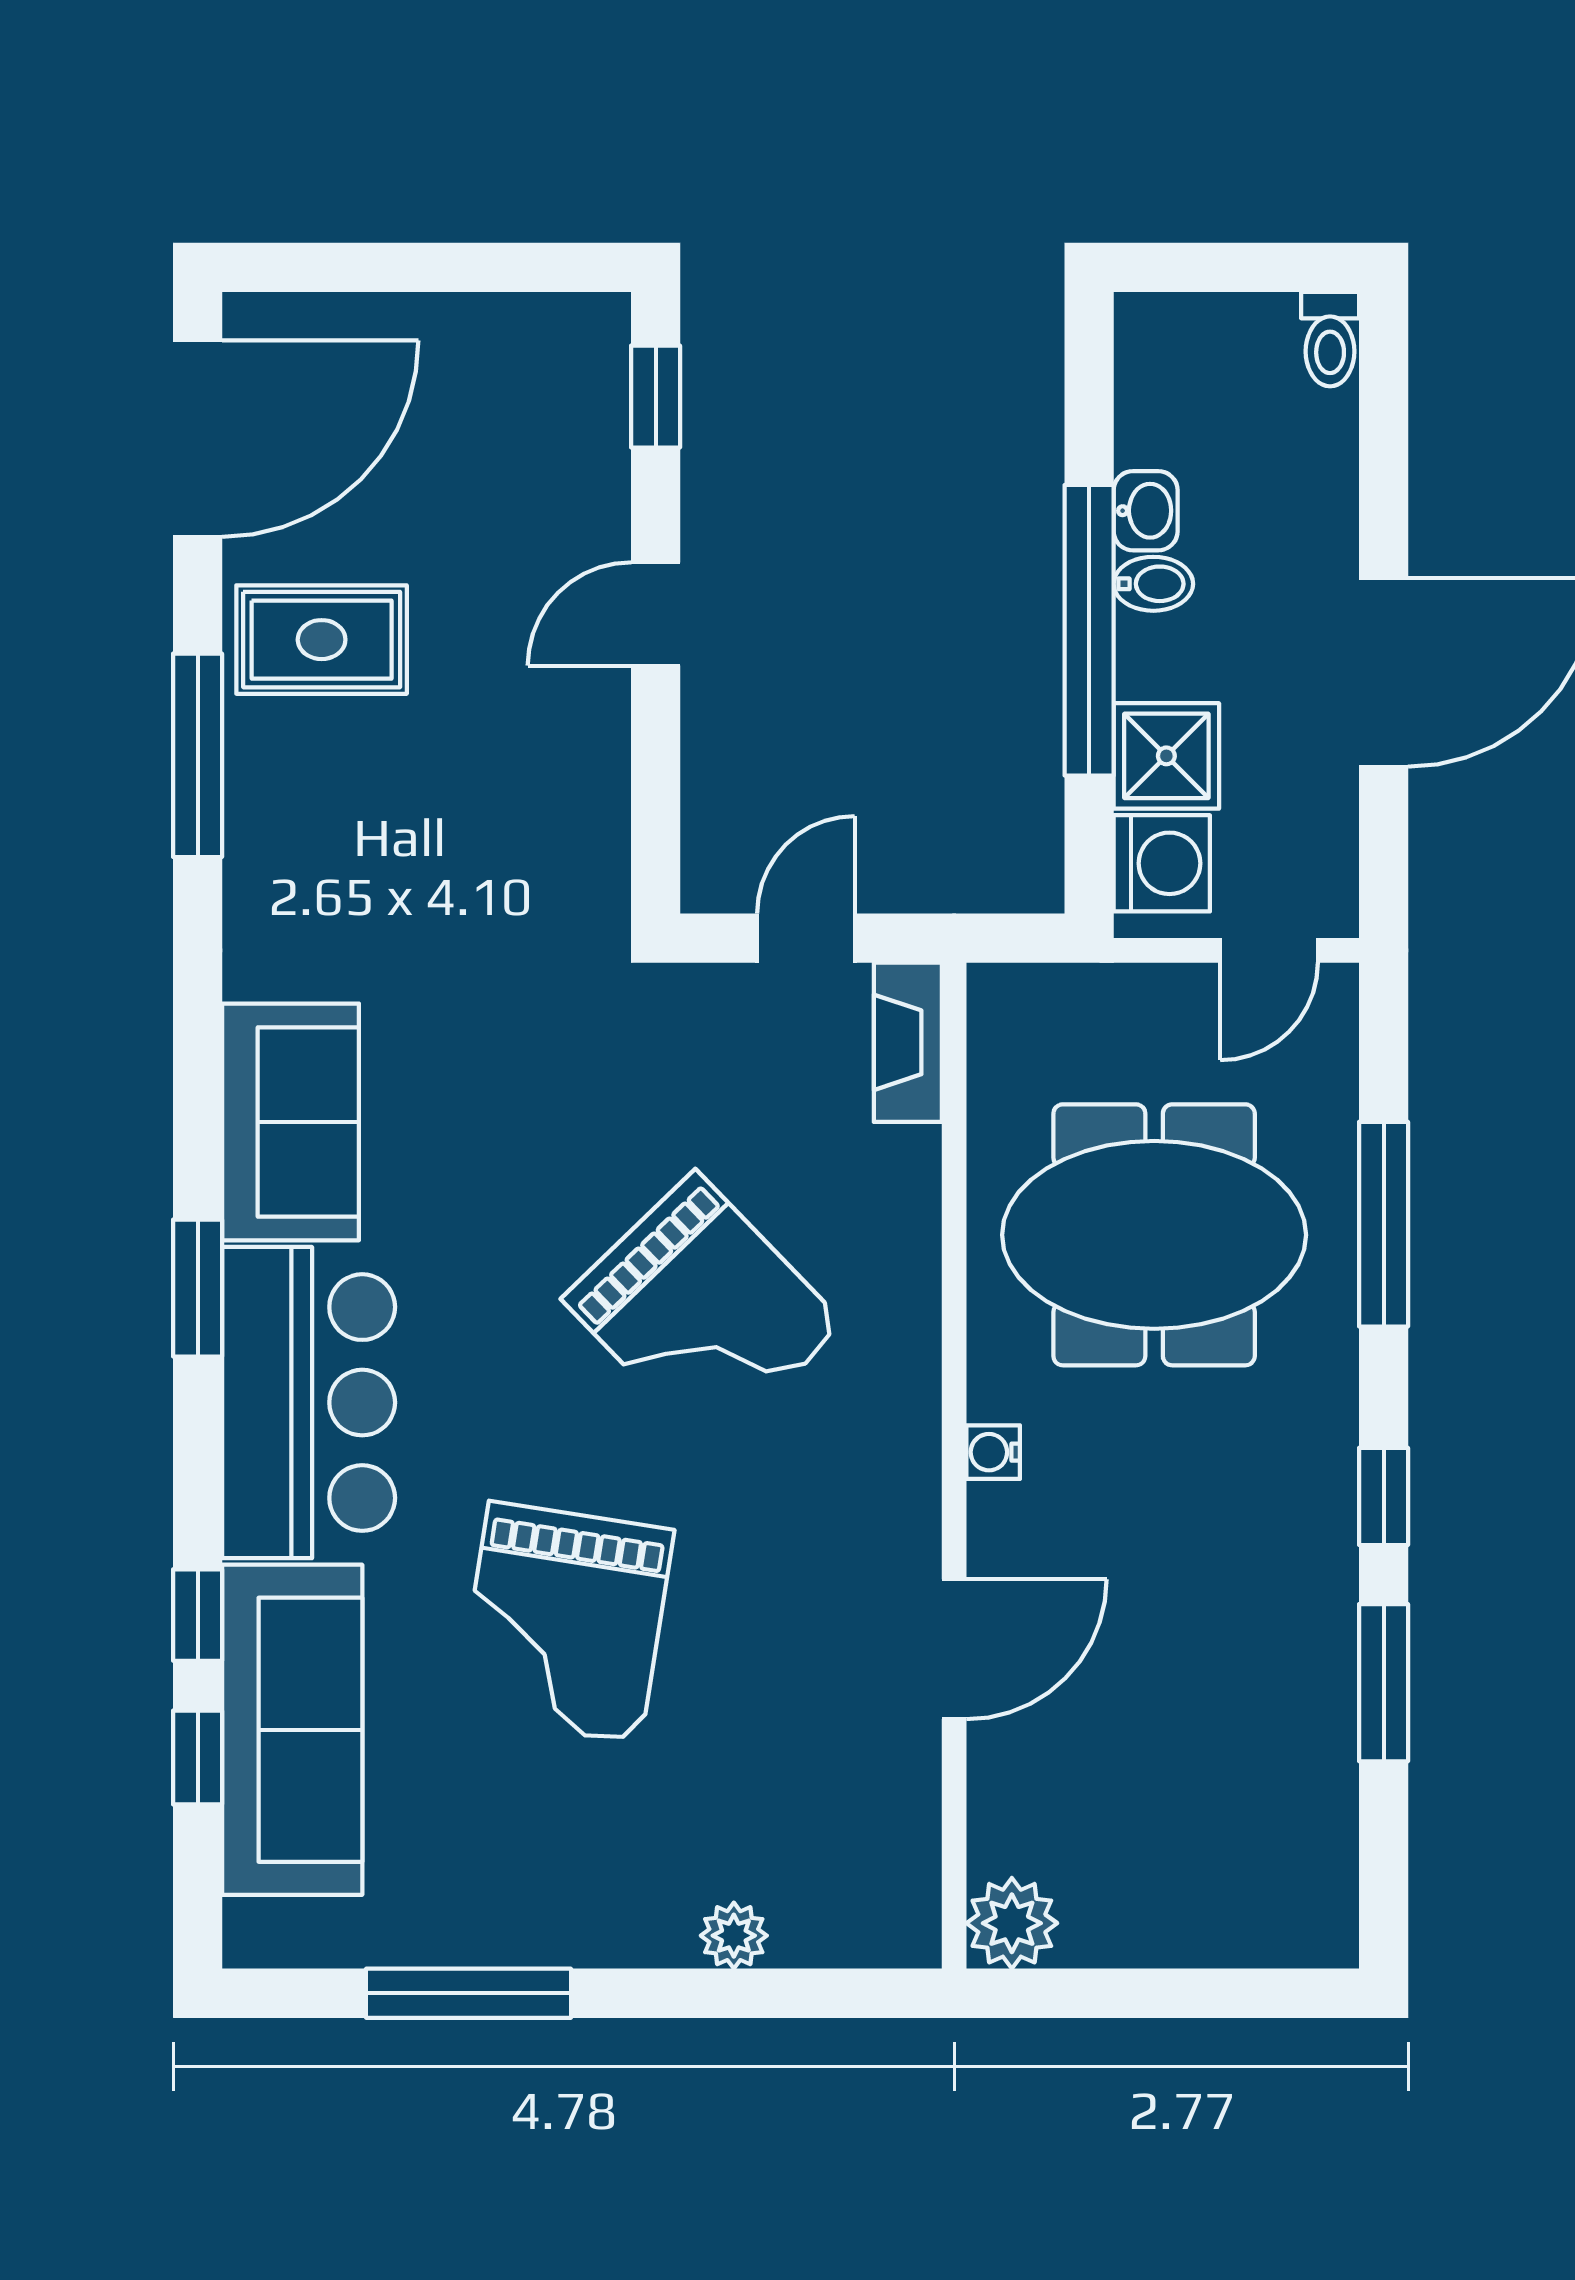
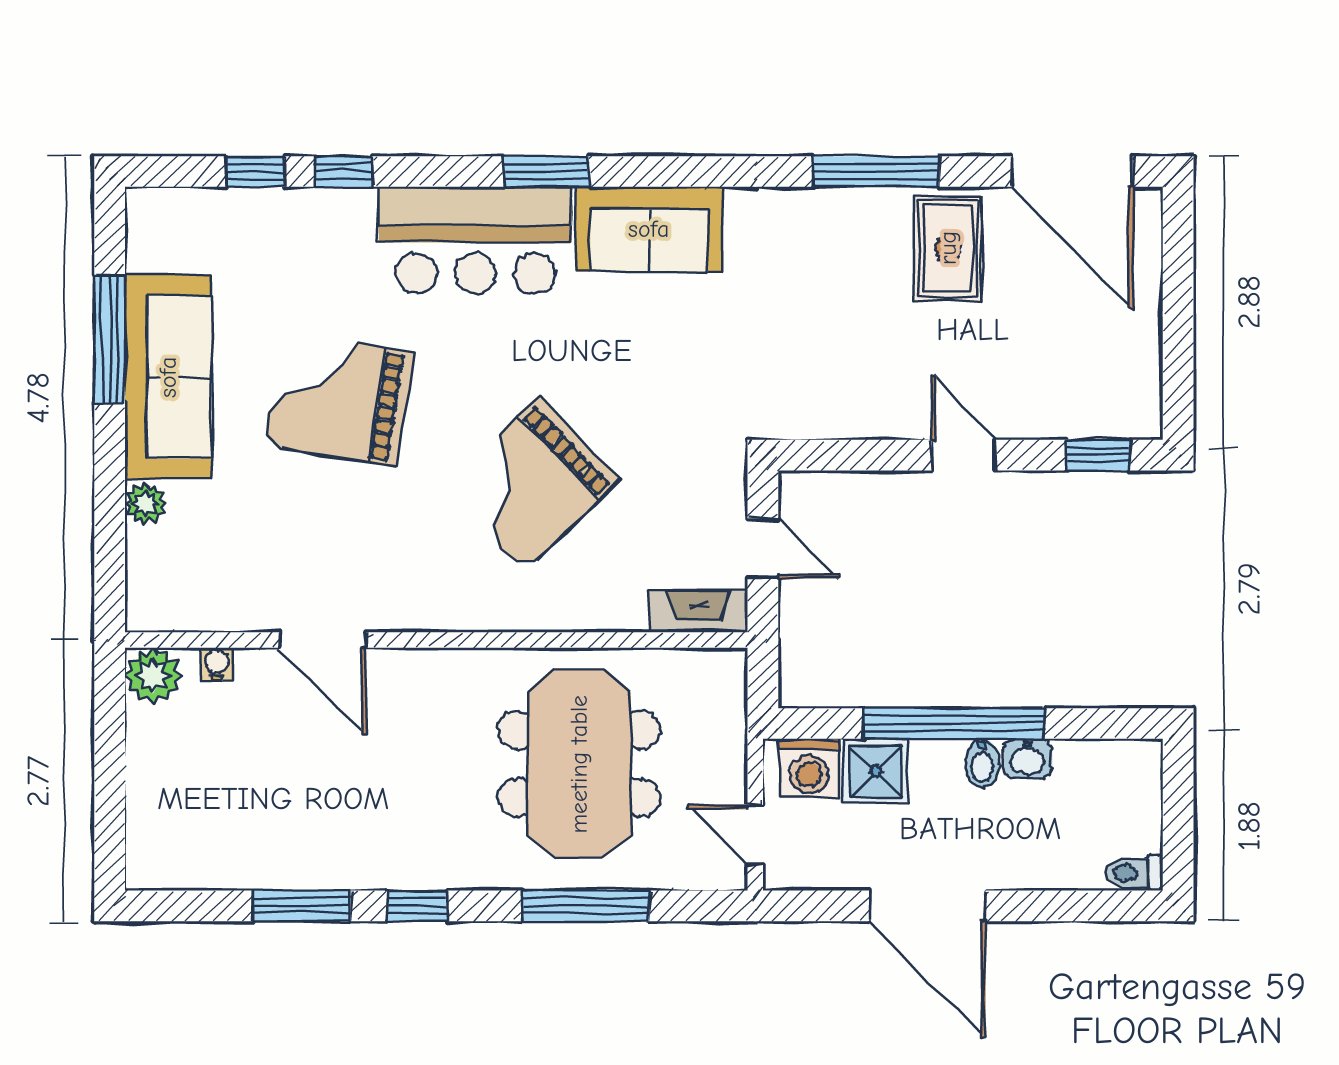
water cooler: (993, 1452) -> (217, 664), moved
sofa: (292, 1730) -> (168, 377), moved, turned -90

